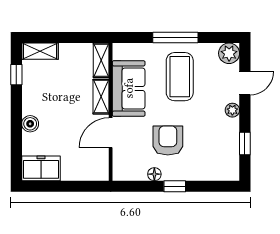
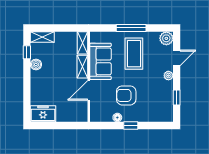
boiler: (30, 124) -> (36, 64), moved
armchair: (168, 140) -> (126, 95), turned -90

